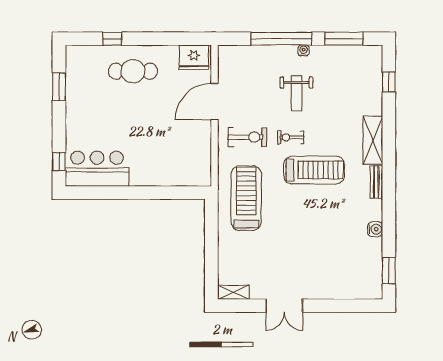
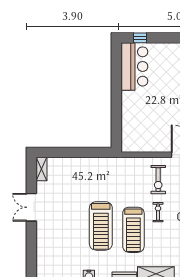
treadmill: (246, 198) -> (101, 226), moved, turned 90

